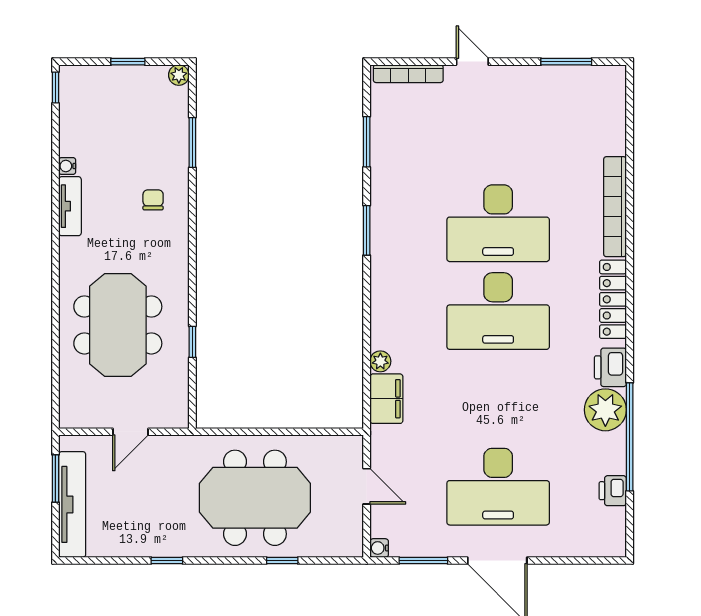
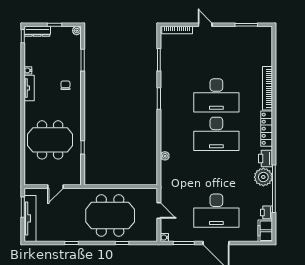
dresser: (89, 76) -> (37, 31), added
meeting table: (118, 325) -> (50, 140), turned 90
filing cabinet: (386, 399) -> (265, 231), moved, turned 180

